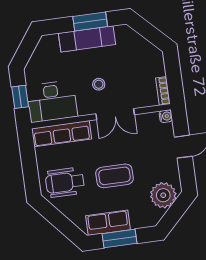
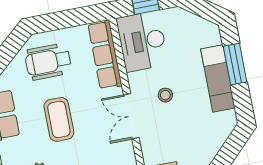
window: (90, 21) -> (235, 64), moved
wheelchair: (65, 182) -> (48, 62), turned -90

